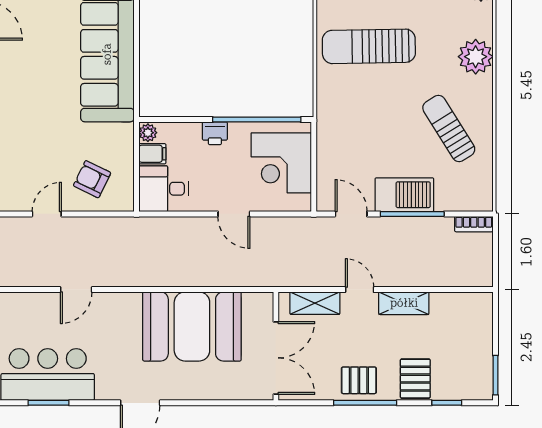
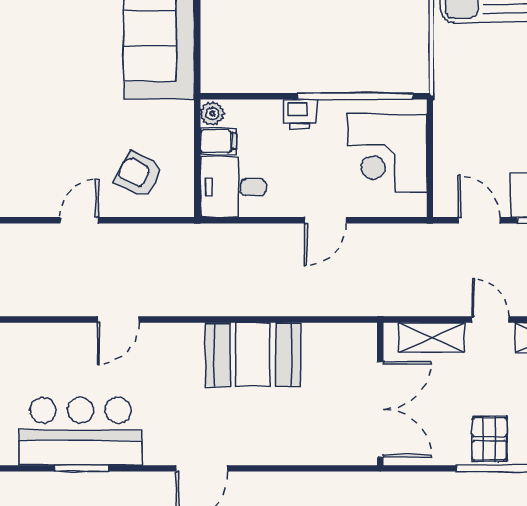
door: (234, 214) -> (325, 220), hinge flipped
booth: (192, 326) -> (253, 355), width x0.73, depth x0.70
pallet: (359, 380) -> (489, 439), turned 90

